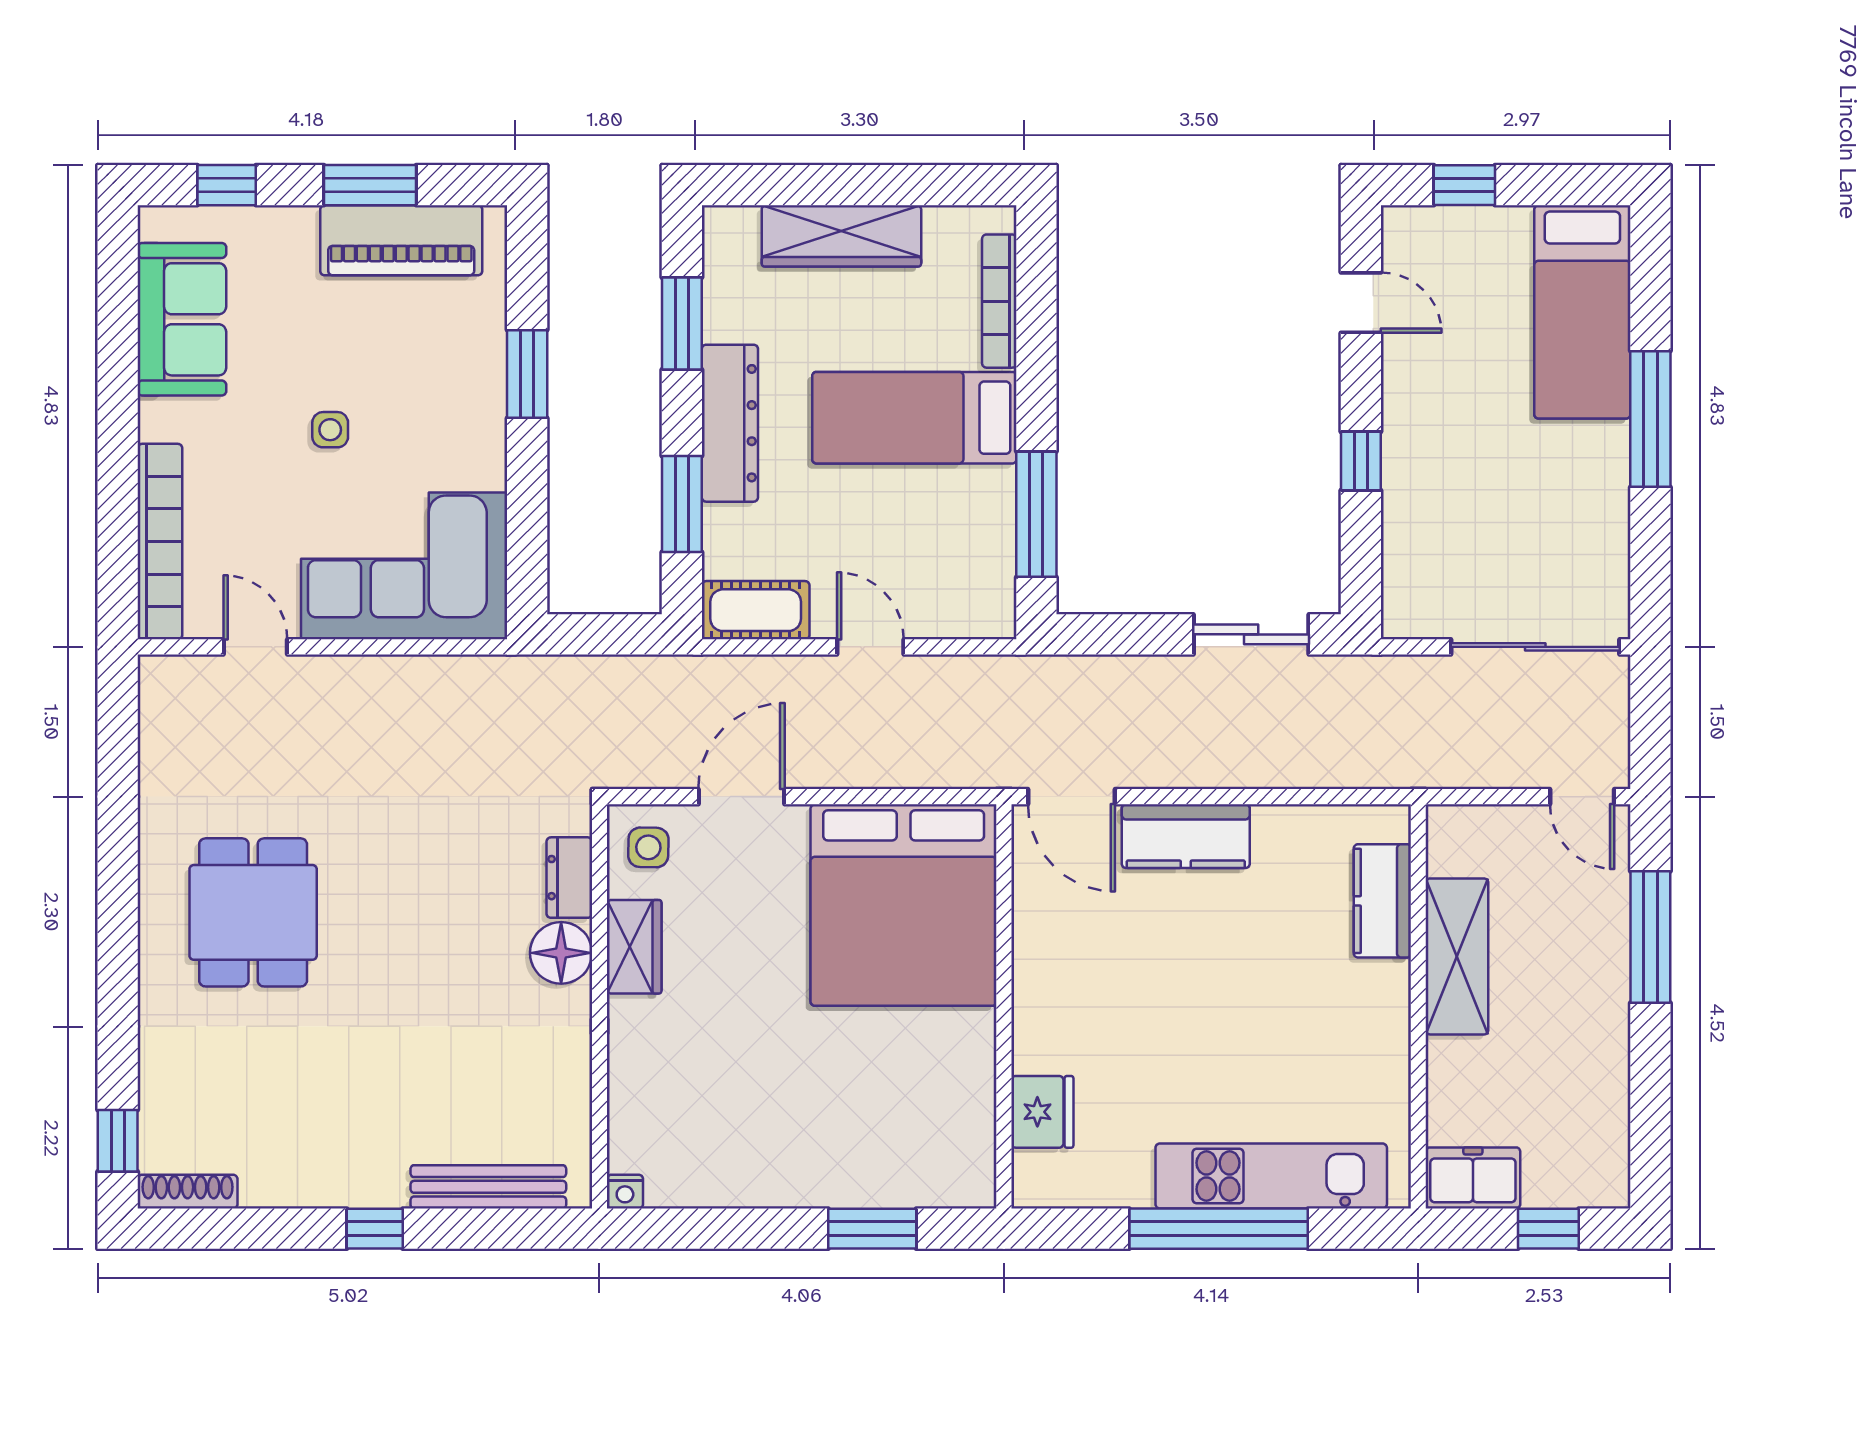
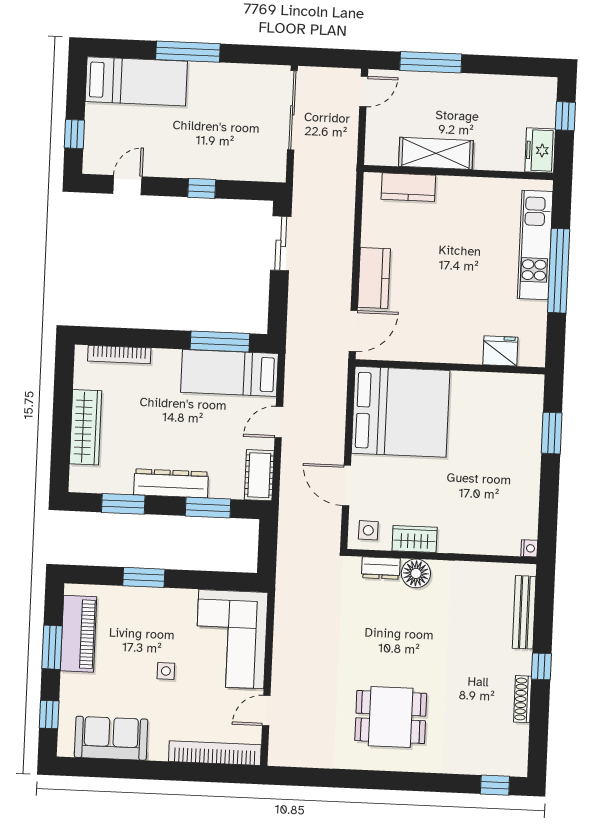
bed: (914, 418) -> (230, 373), moved, turned 90
shoe rack: (188, 1192) -> (523, 699), moved

